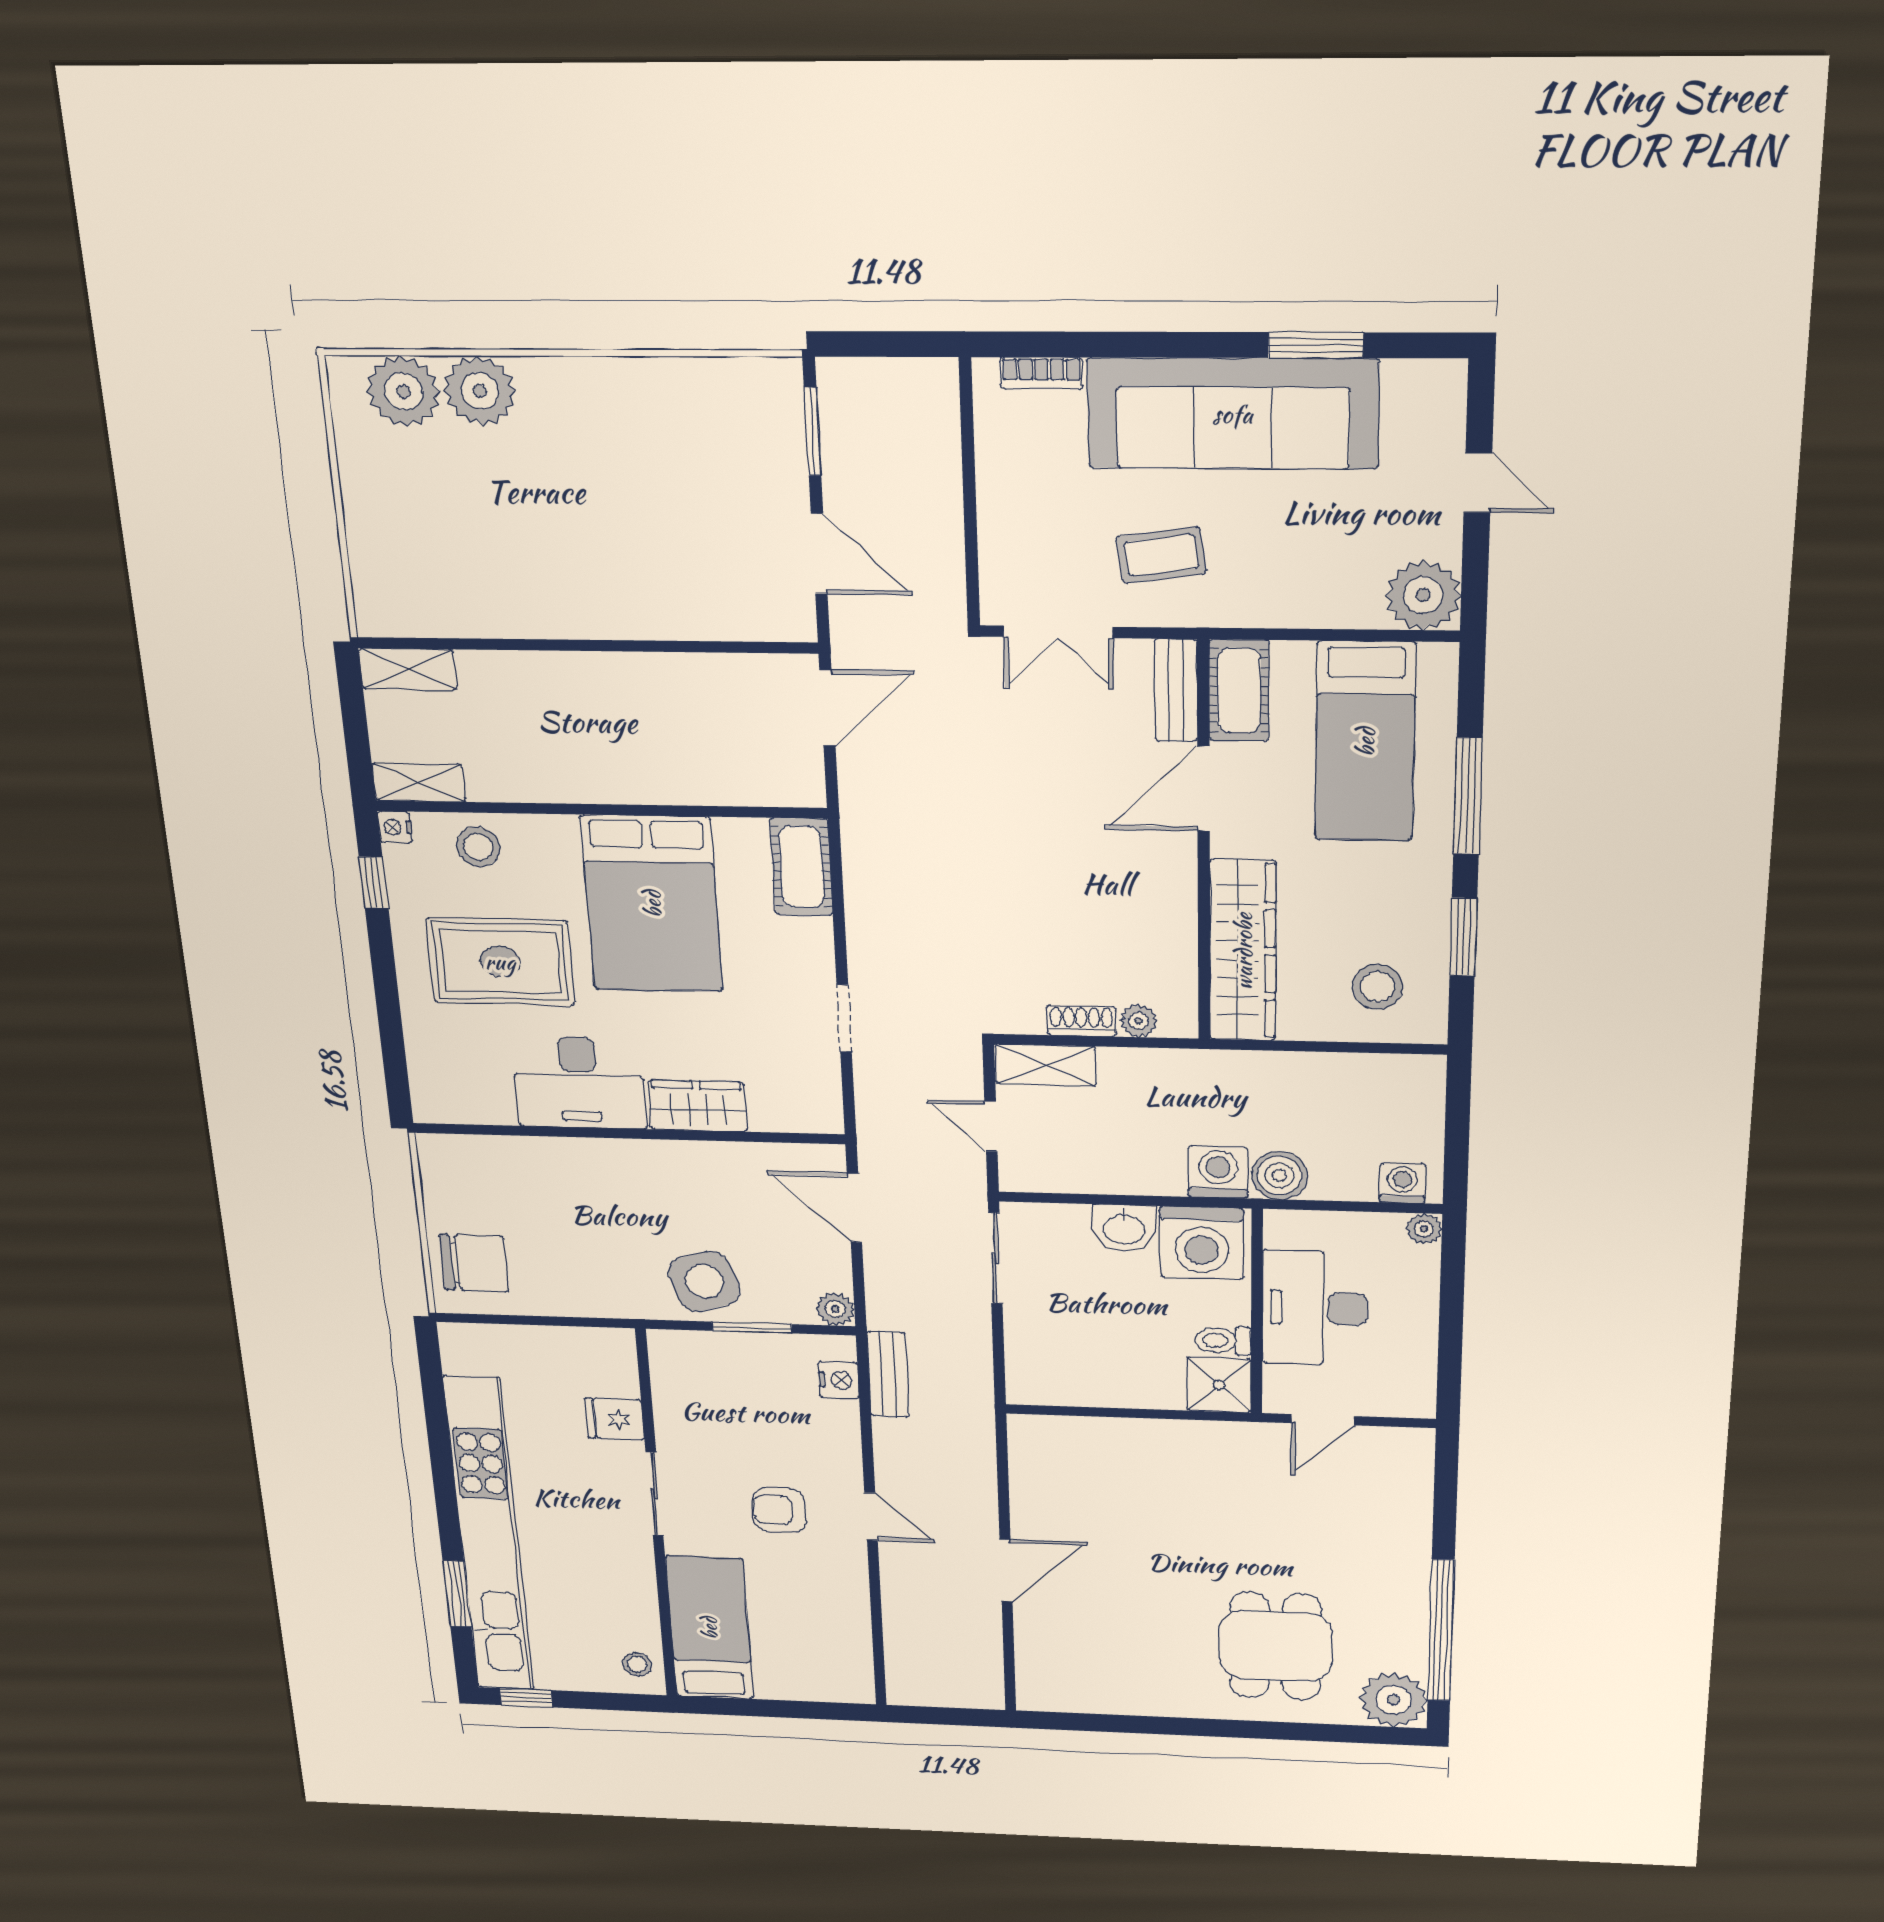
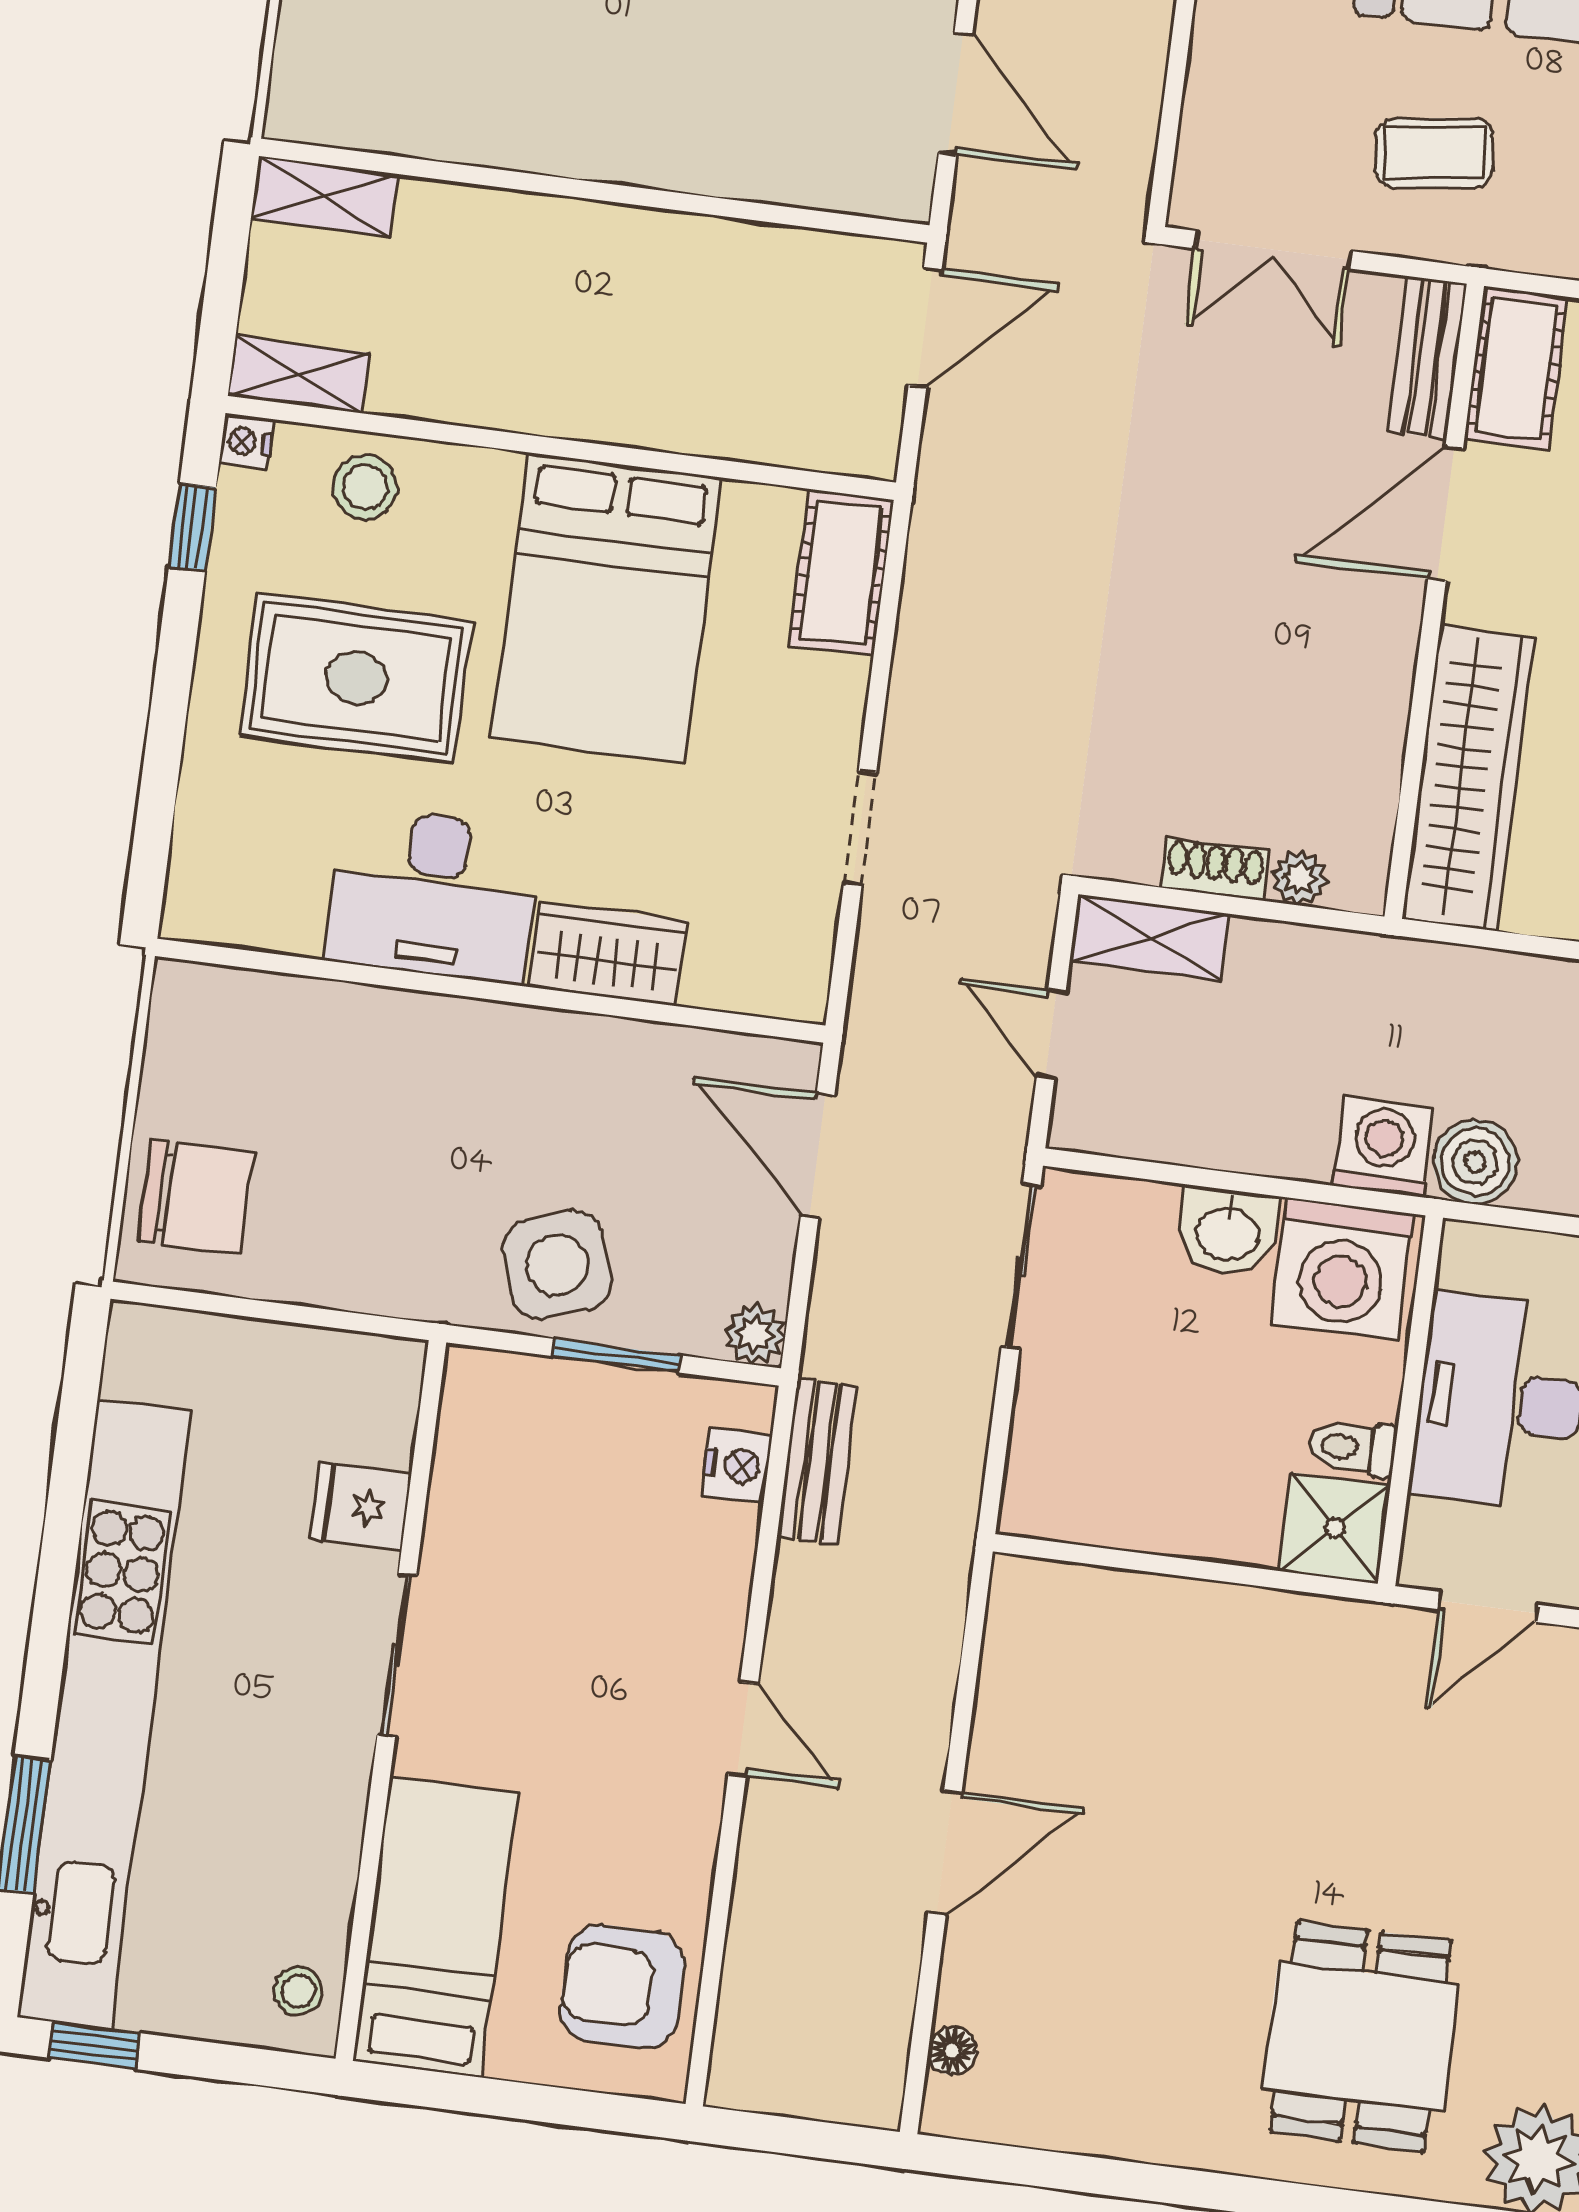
armchair: (779, 1510) -> (622, 1987), moved, width x1.38, depth x1.38
floor lamp: (1029, 1668) -> (952, 2051), added

